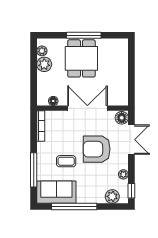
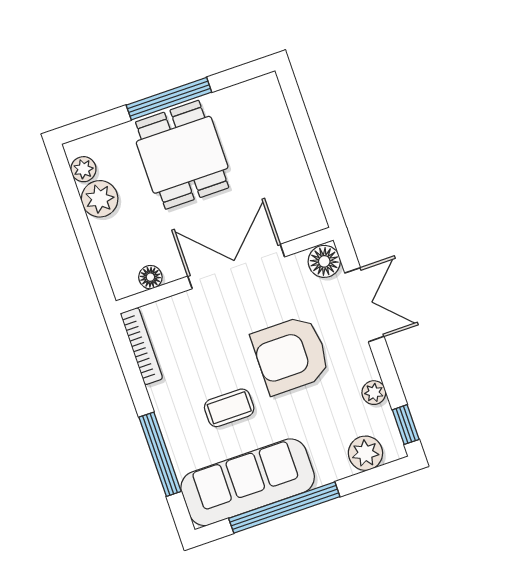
sofa: (56, 192) -> (248, 482), width x1.36

